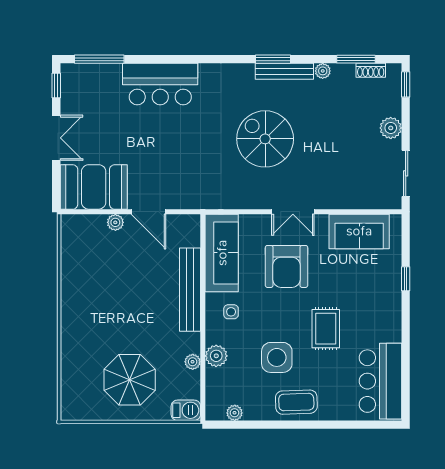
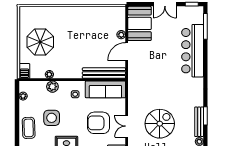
bar counter: (160, 84) -> (193, 51), width x1.36
spiral stairs: (265, 139) -> (160, 124), moved
bench: (190, 290) -> (104, 73), moved

